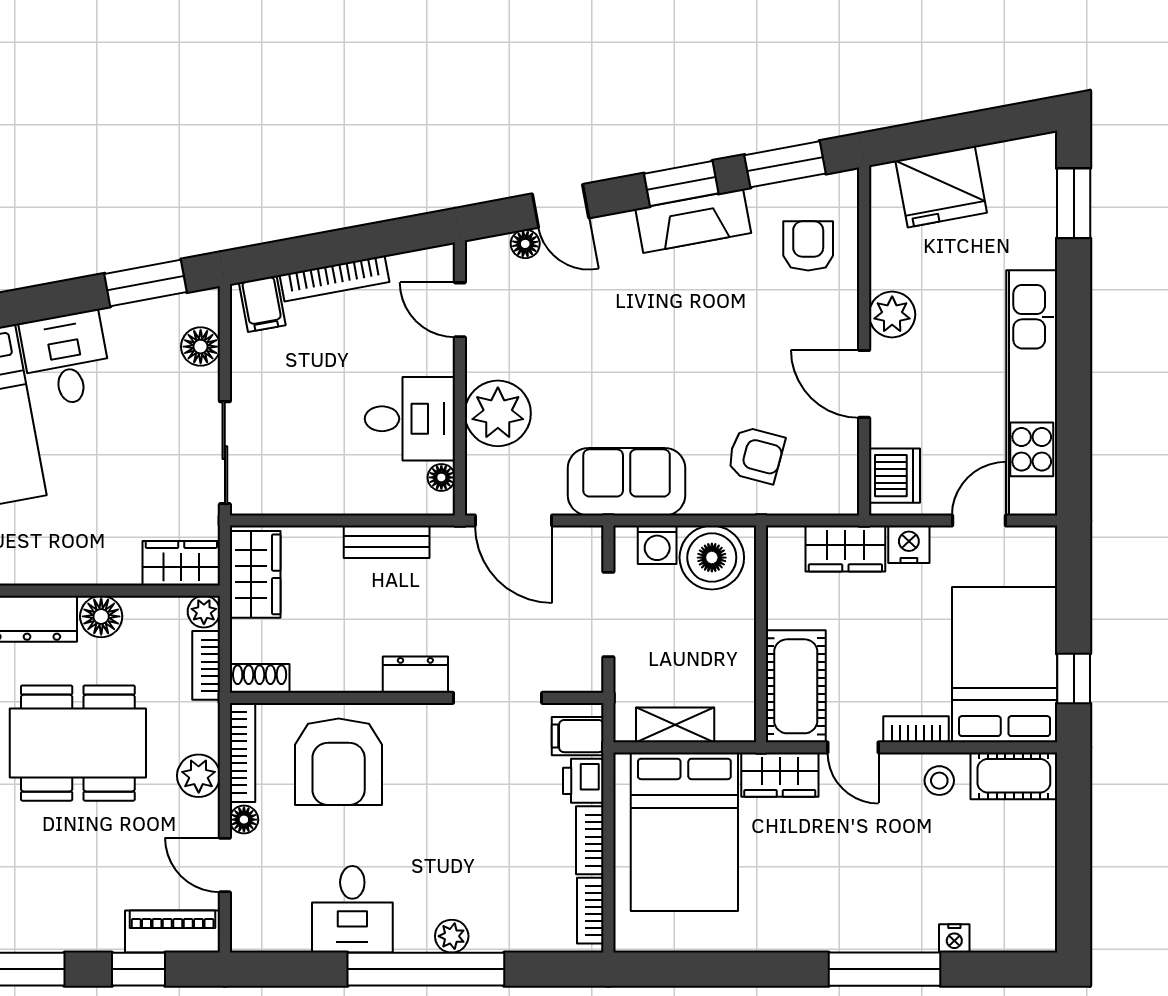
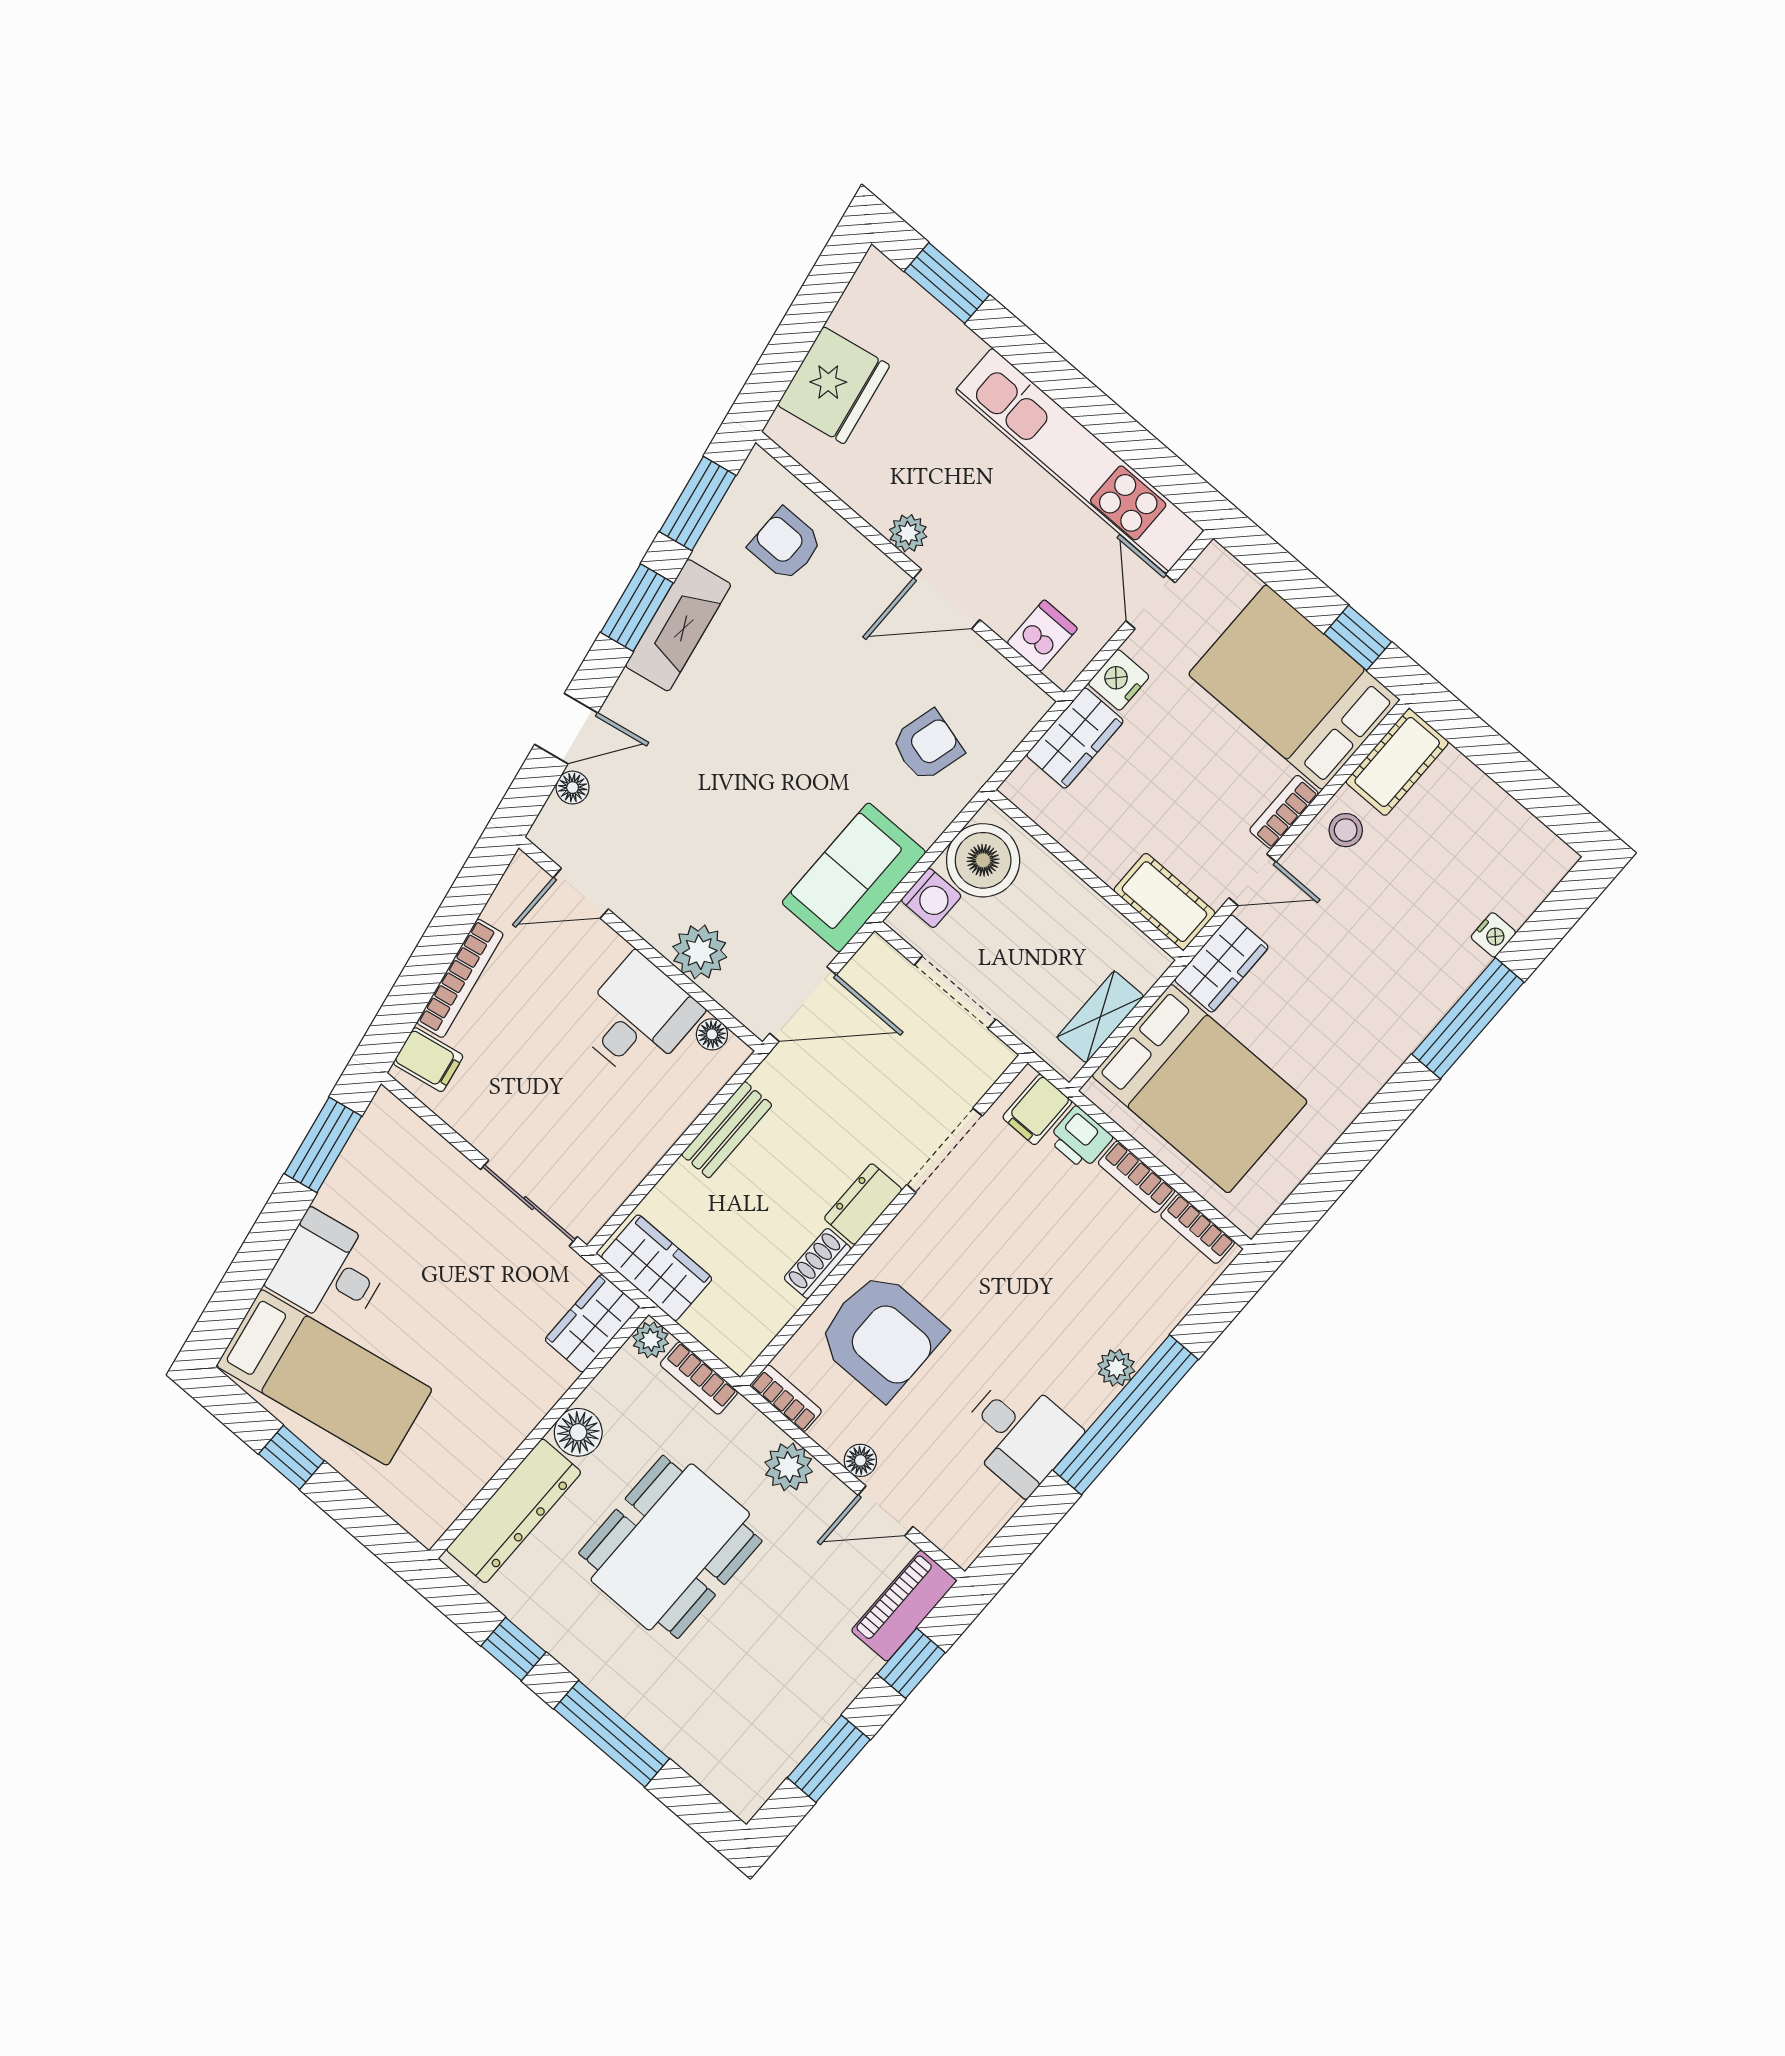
plant: (892, 314) -> (908, 533), width x0.73, depth x0.73
floor lamp: (201, 347) -> (419, 1145), removed
plant: (498, 413) -> (700, 952), width x0.73, depth x0.73
dishwasher: (894, 476) -> (1042, 636), width x0.73
shoe rack: (260, 678) -> (818, 1263), moved
cot: (796, 686) -> (1164, 902), width x0.73, depth x0.75
bookcase: (243, 752) -> (786, 1398), width x0.64

